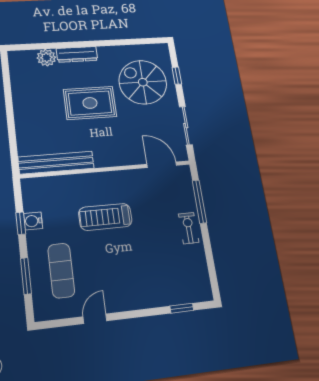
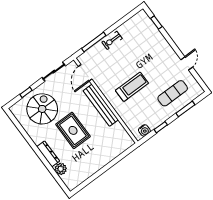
spiral stairs: (143, 82) -> (42, 109), turned 180
bench: (56, 163) -> (101, 105), moved
treadmill: (105, 217) -> (132, 87), turned -90
water cooler: (33, 221) -> (144, 130), moved
door: (95, 319) -> (187, 63), swing flipped

